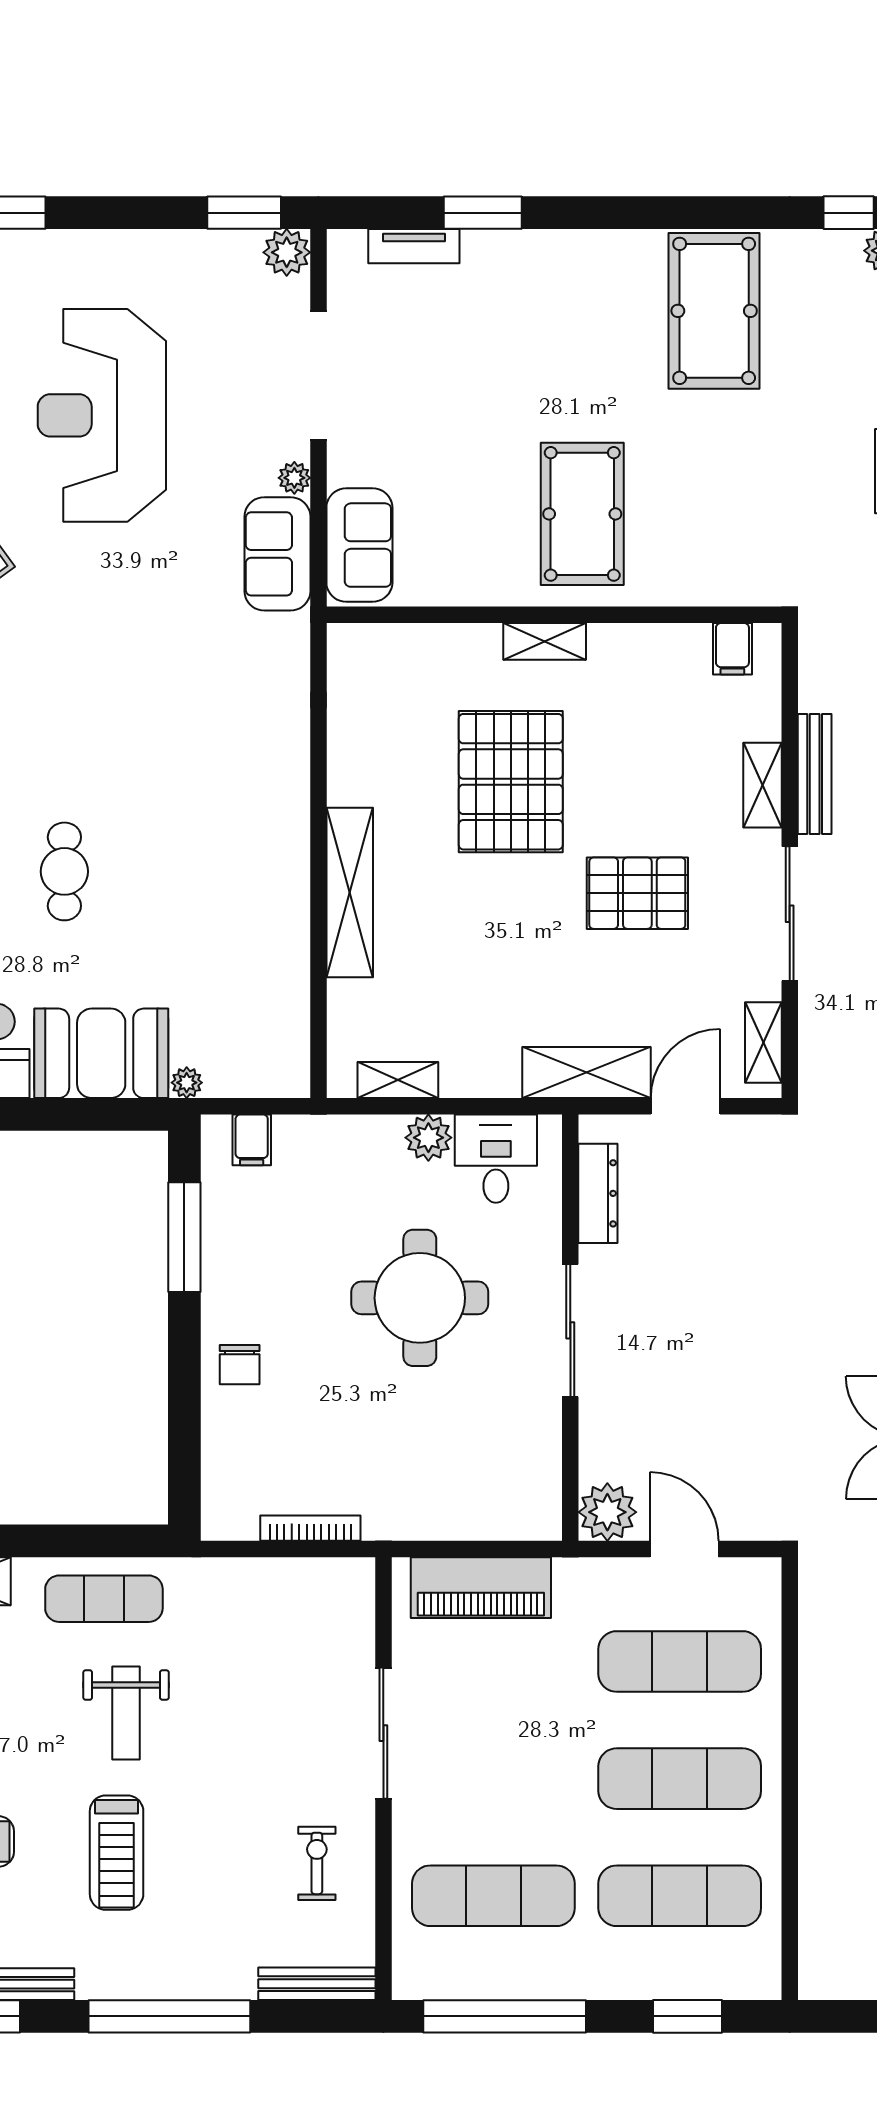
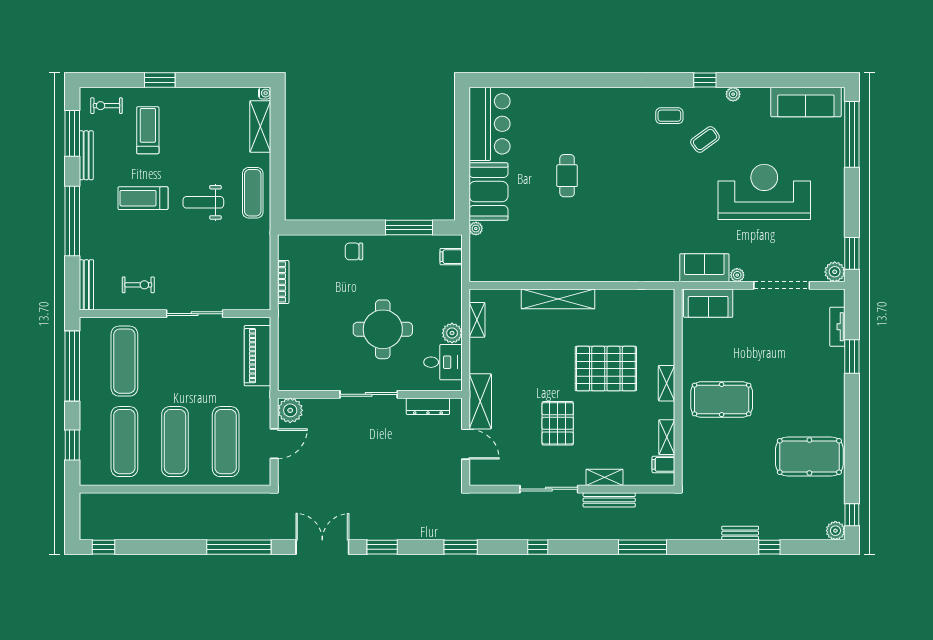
cafe table: (64, 871) -> (567, 176), turned 90
shelving: (763, 1042) -> (667, 437), moved, turned 90

